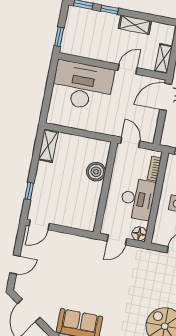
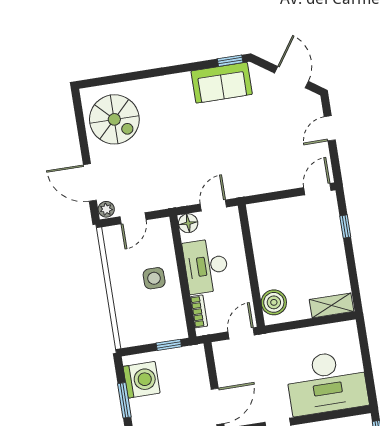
door: (130, 142) -> (241, 333), swing flipped
shelving: (48, 146) -> (331, 305), moved, turned 90
boiler: (96, 172) -> (274, 302), moved

